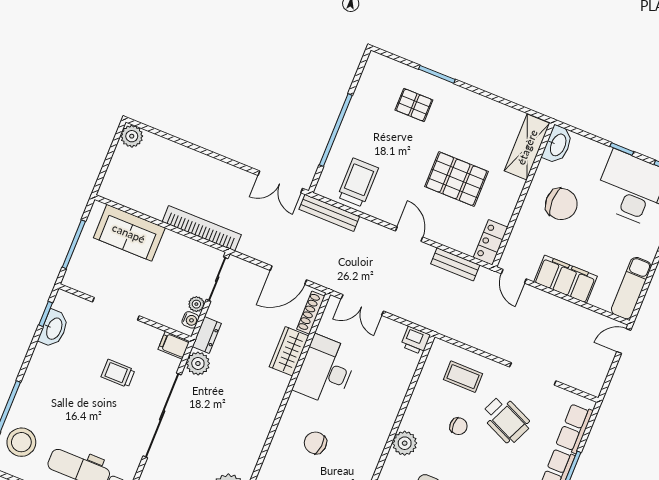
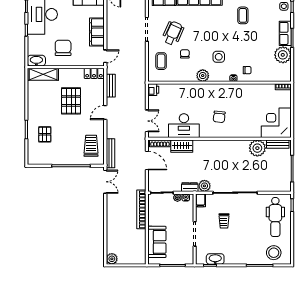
trolley: (358, 183) -> (91, 146), turned 90

